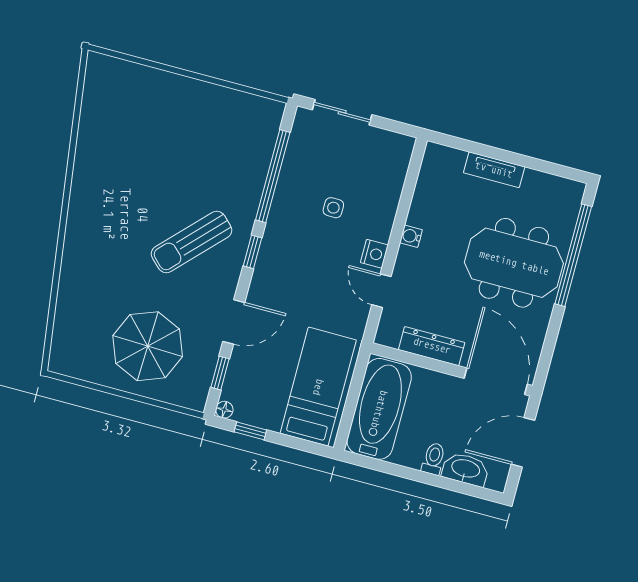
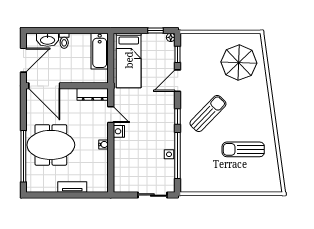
sun lounger: (142, 154) -> (243, 149), added
side table: (333, 208) -> (169, 154), moved
parasol: (148, 346) -> (239, 63), moved
dresser: (432, 346) -> (93, 94), moved
bathtub: (379, 409) -> (100, 51), width x0.73, depth x0.73

